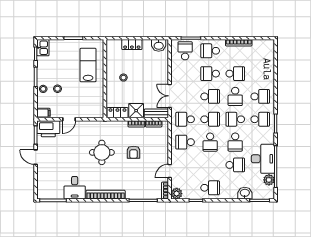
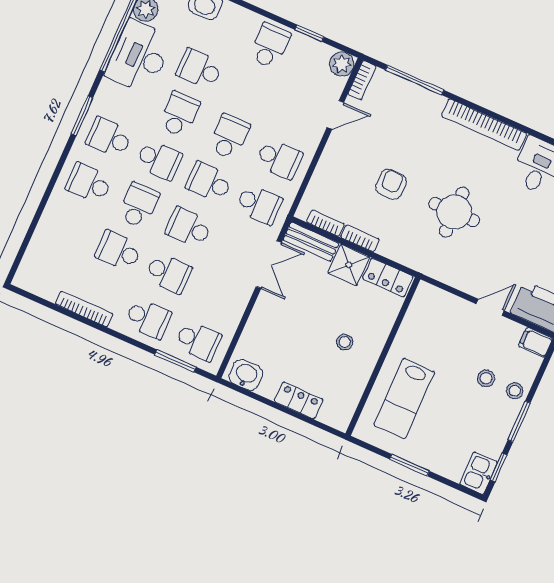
school desk: (185, 51) -> (198, 341), turned -90
school desk: (210, 188) -> (270, 46), turned 90

